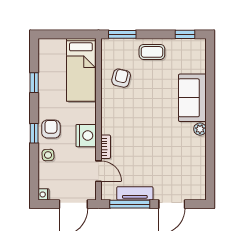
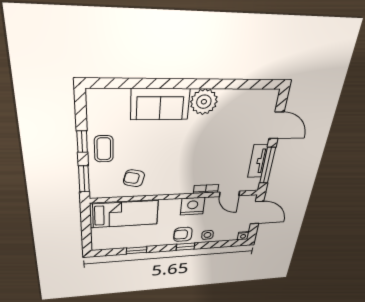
window: (185, 34) -> (82, 142), moved
plant: (200, 129) -> (204, 102), width x1.88, depth x1.88
door: (99, 171) -> (230, 194), swing flipped

